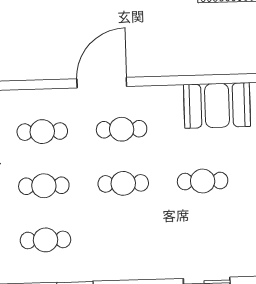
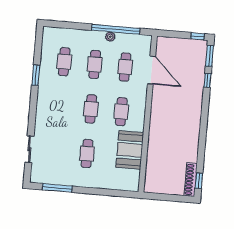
door: (102, 83) -> (152, 70), moved
booth: (217, 105) -> (130, 150), moved

